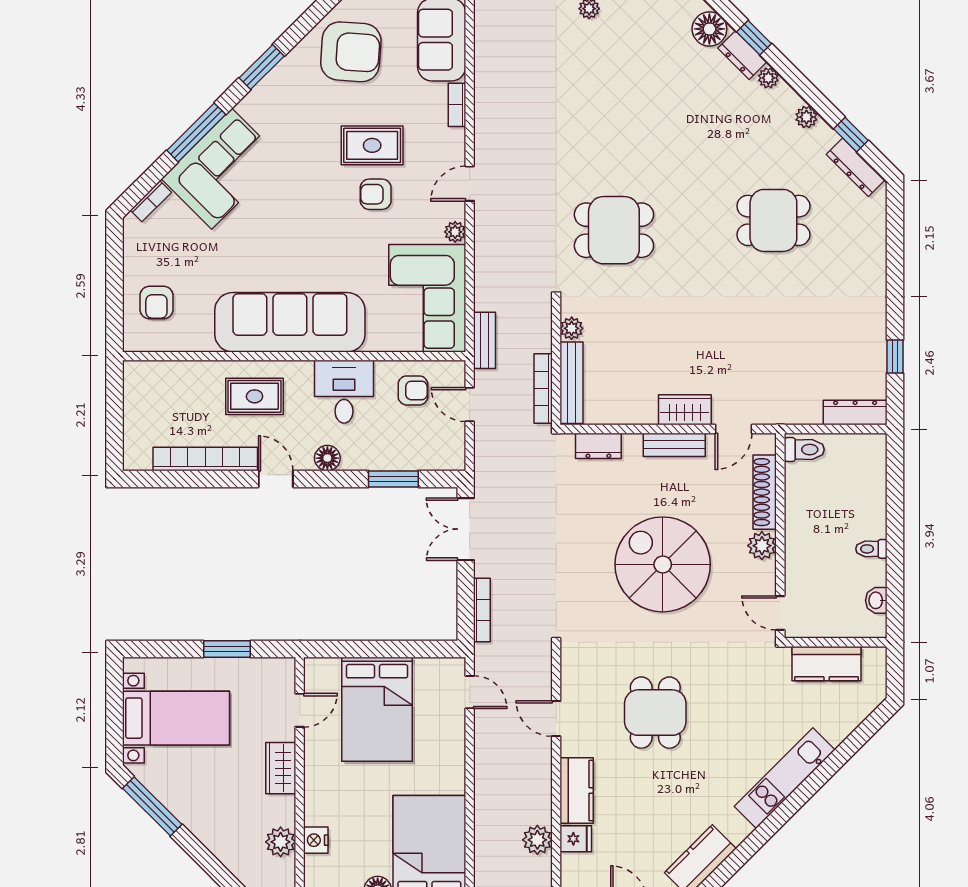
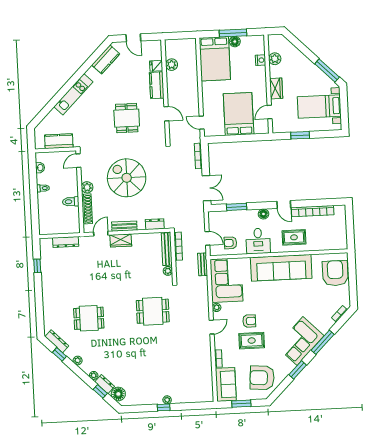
corner sofa: (222, 169) -> (300, 341), moved
armchair: (156, 303) -> (335, 273), width x1.88, depth x1.88
dresser: (855, 412) -> (66, 242), moved
toilet: (804, 450) -> (71, 202), moved
spiral stairs: (663, 564) -> (127, 178), turned 180
door: (780, 613) -> (78, 161), swing flipped

